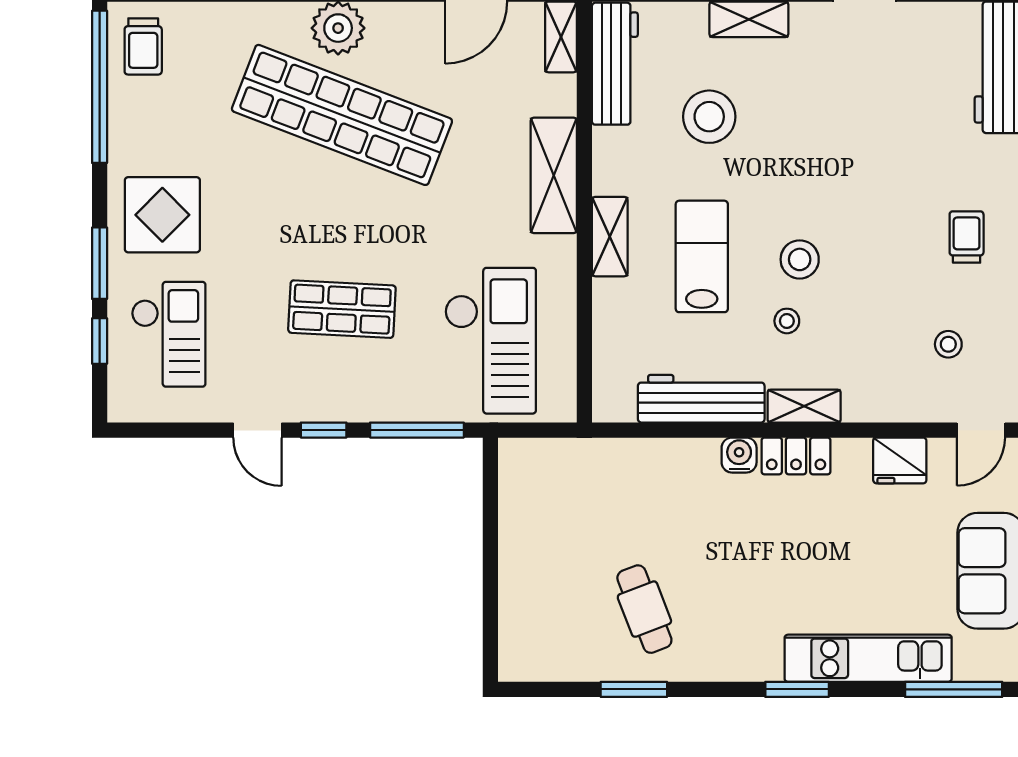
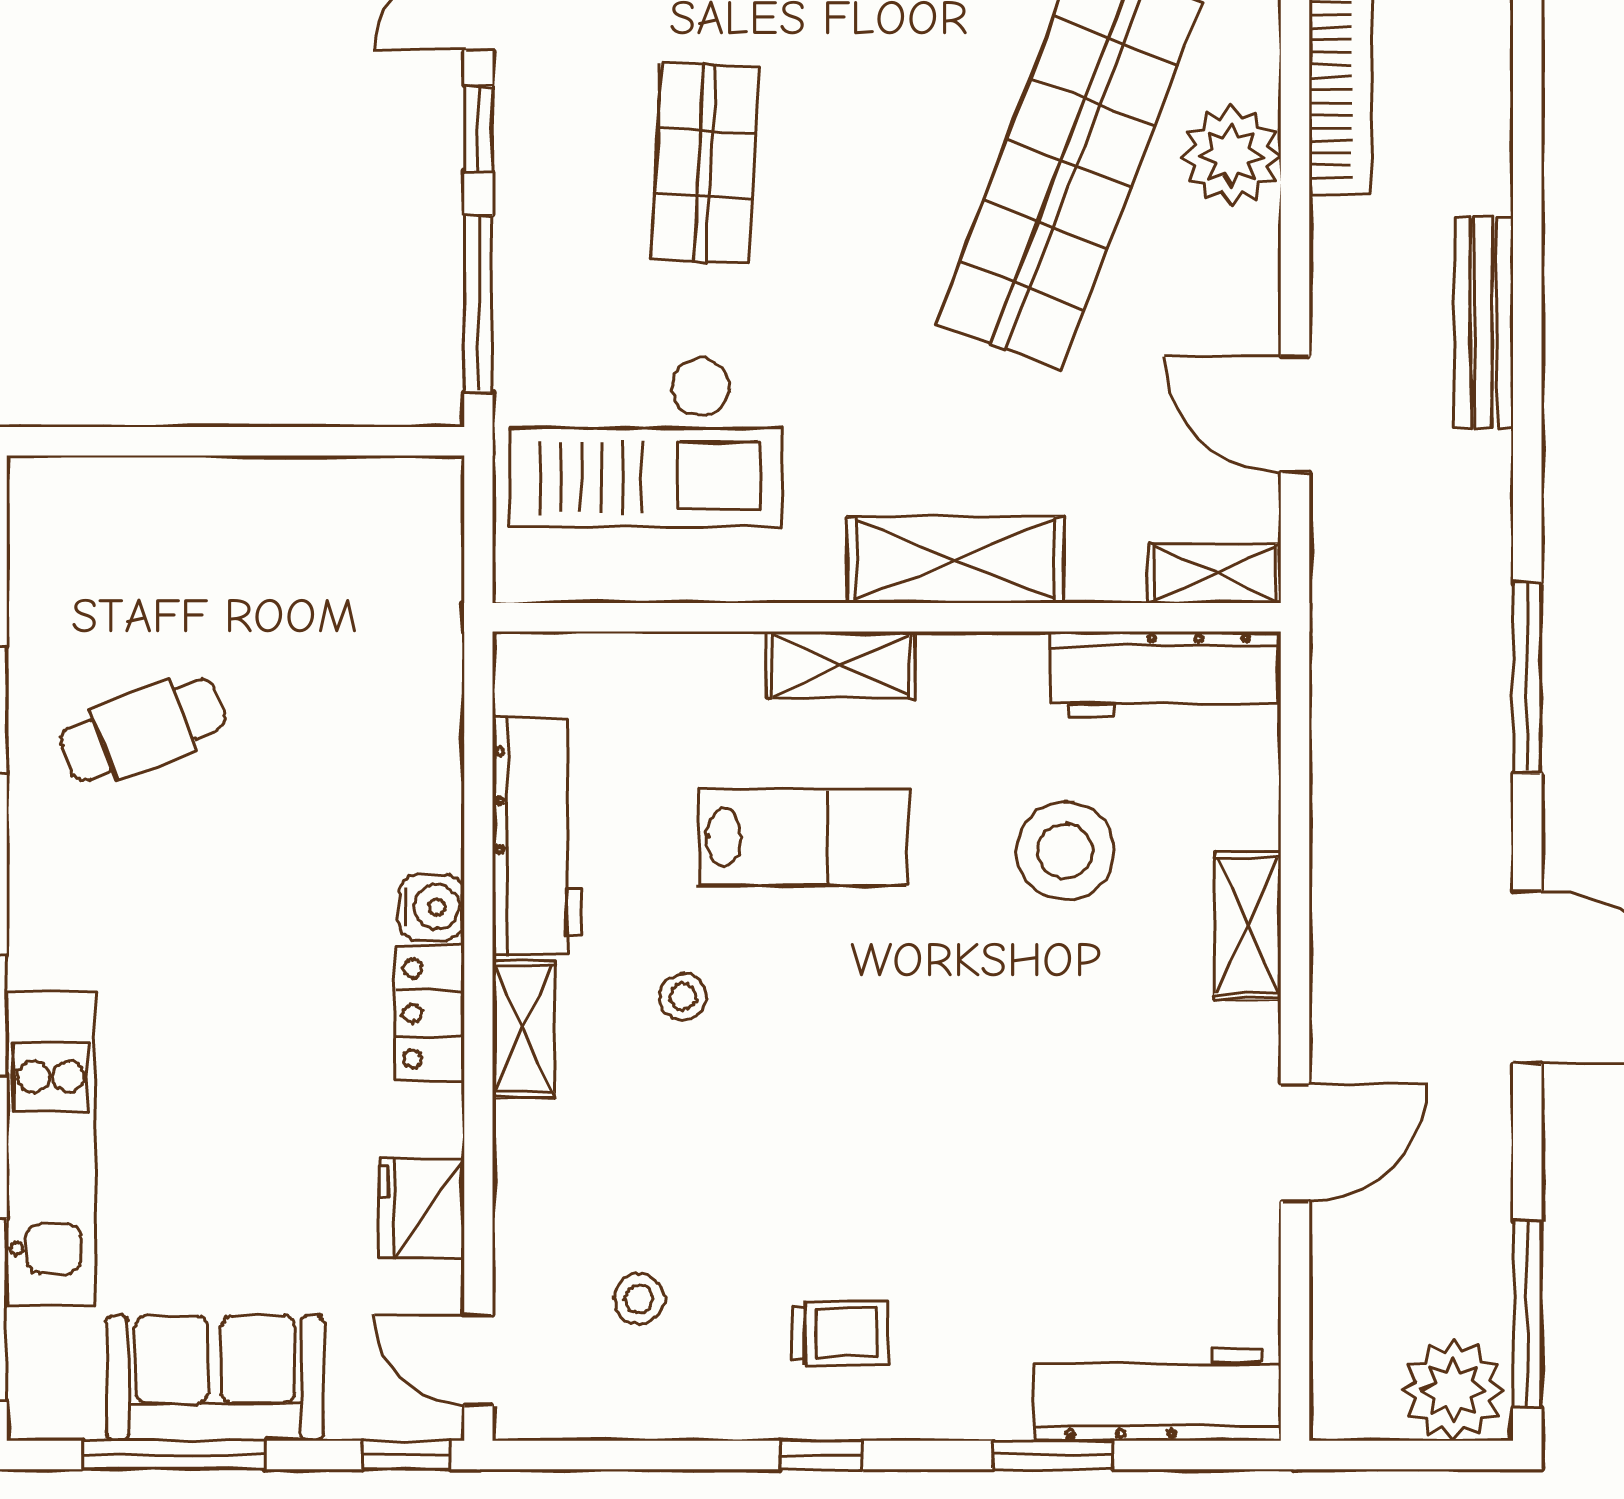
stool: (800, 259) -> (798, 1020), removed

